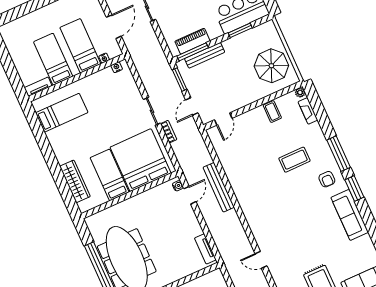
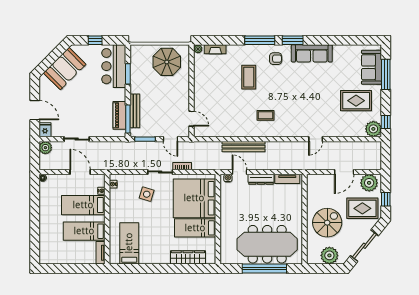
side table: (122, 108) -> (147, 194), added
coffee table: (272, 112) -> (266, 115), moved
dresser: (192, 221) -> (261, 179), added

